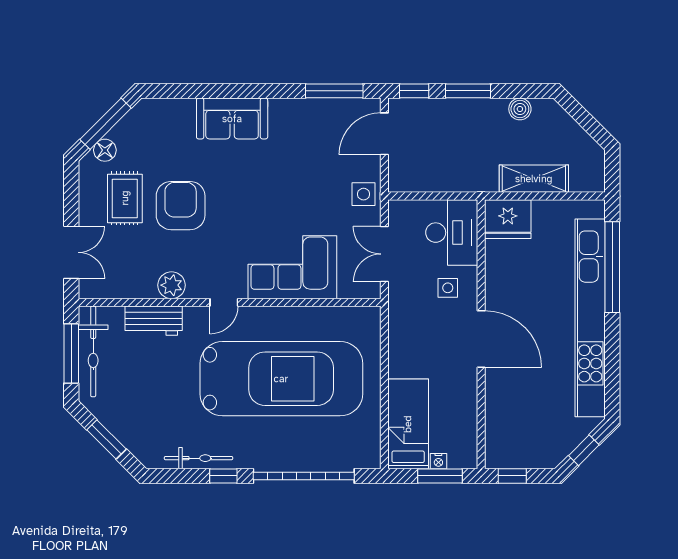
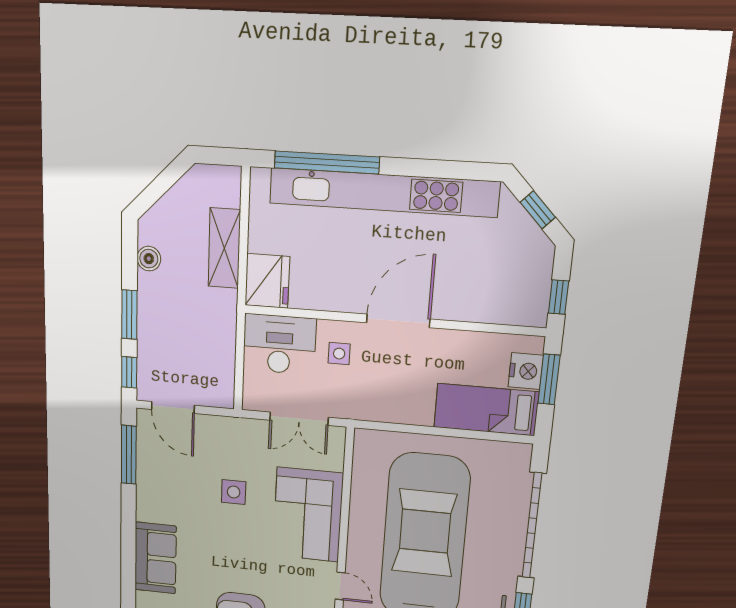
side table: (364, 194) -> (234, 492), moved
nightstand: (438, 461) -> (526, 371), width x1.89, depth x1.79

